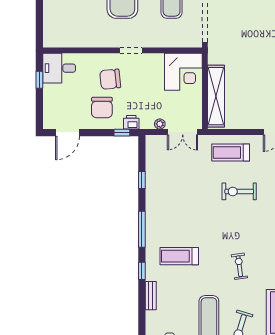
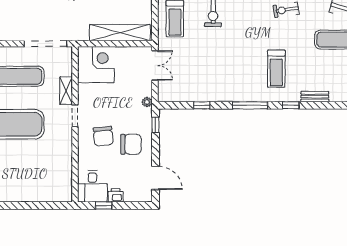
shelving: (157, 41) -> (66, 91), added
printer: (131, 122) -> (116, 195), moved, turned 90
plant: (160, 124) -> (147, 102), moved

